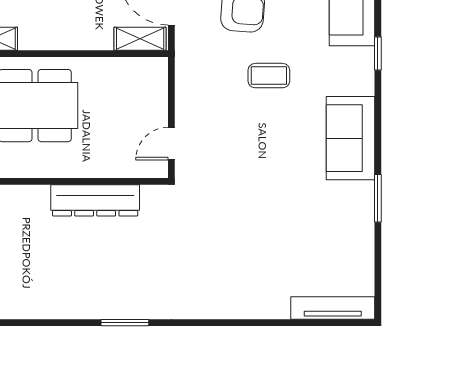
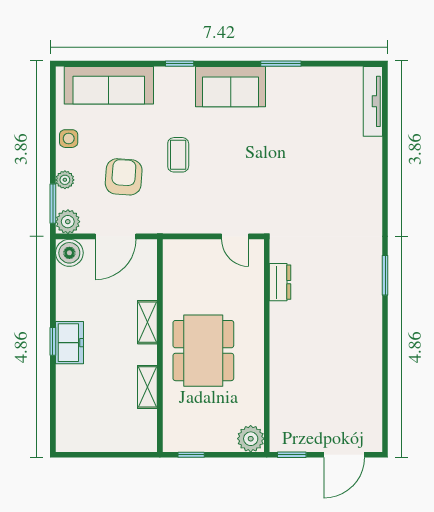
shelving: (140, 39) -> (147, 322), moved
window: (378, 53) -> (180, 64), moved
dresser: (95, 200) -> (280, 282), width x0.51, depth x0.80

